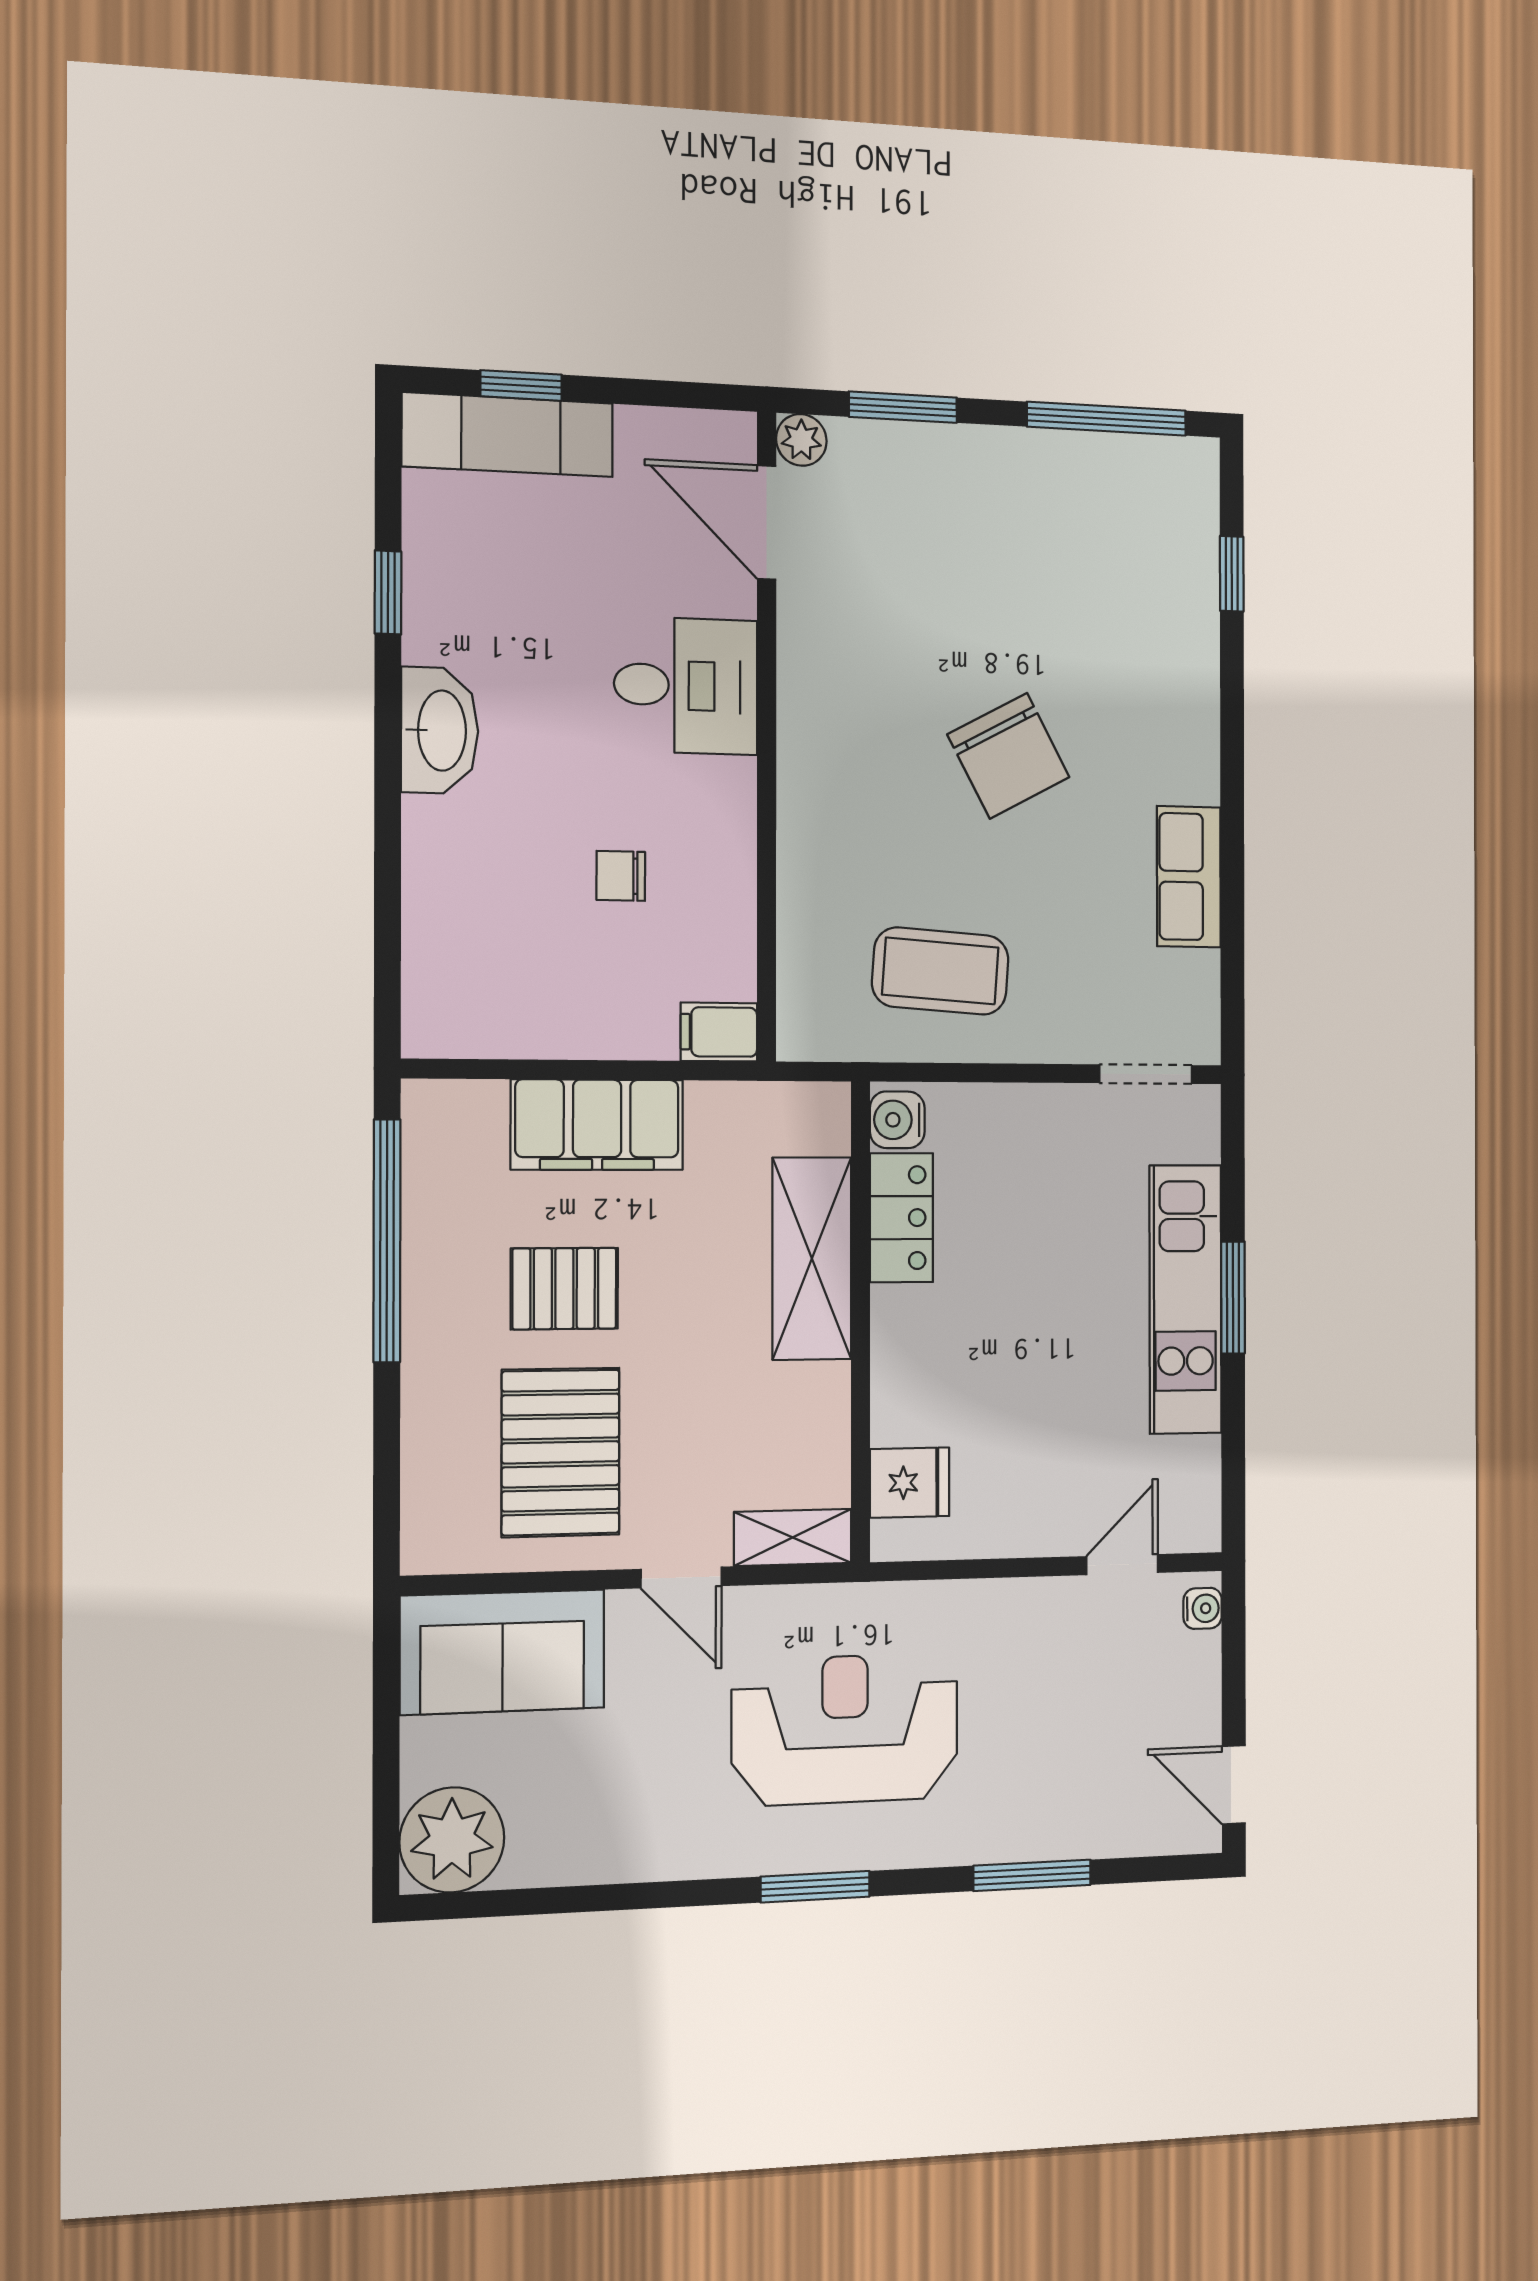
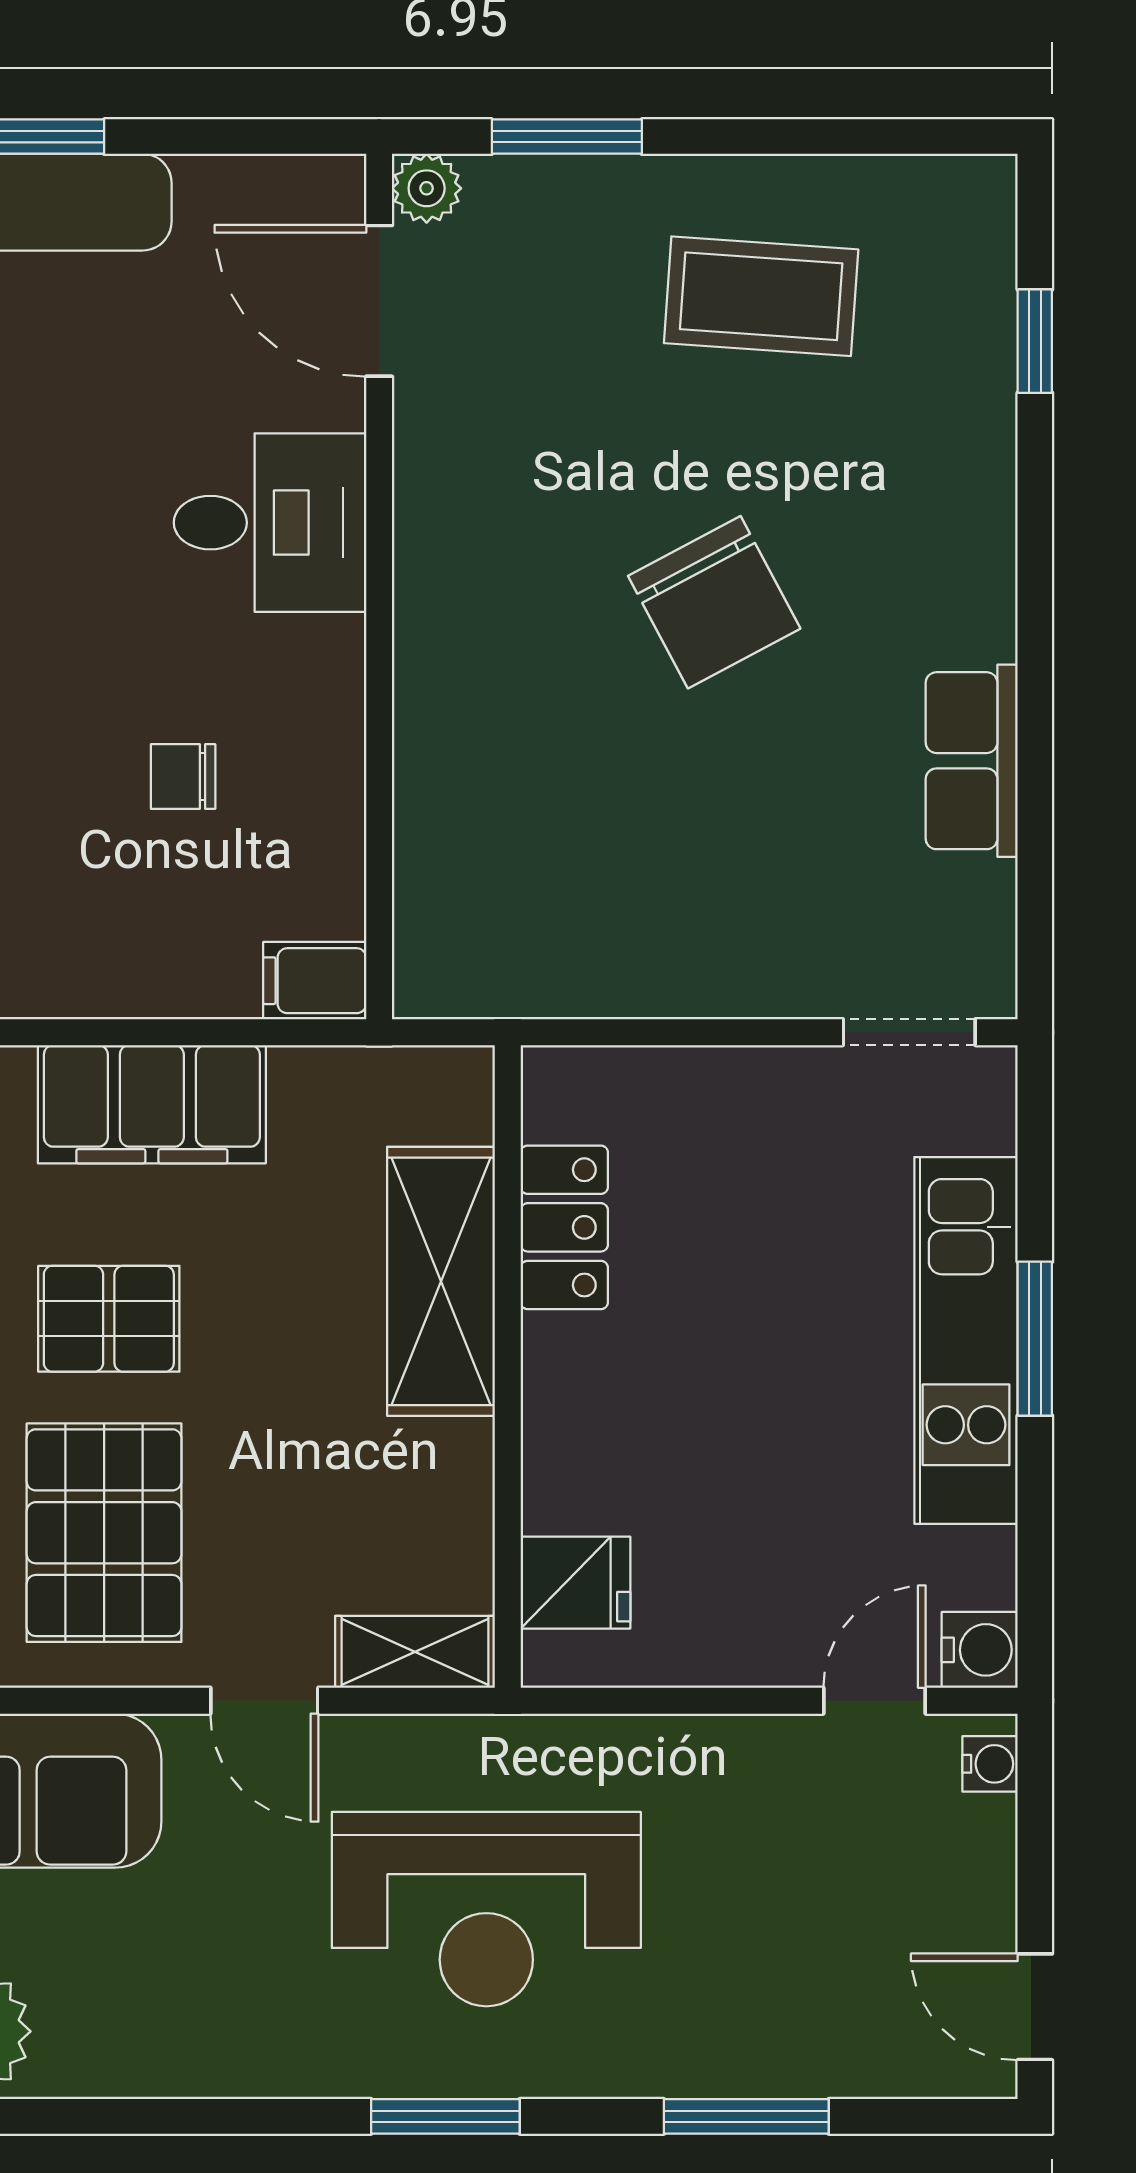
window: (1107, 419) -> (854, 137), removed
coffee table: (940, 971) -> (761, 296), moved
water cooler: (897, 1120) -> (980, 1650), moved, turned 180
reception desk: (845, 1729) -> (486, 1909), turned 180

